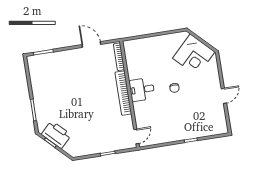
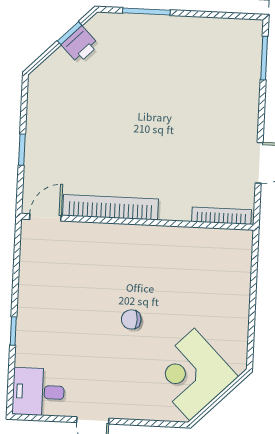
desk: (142, 90) -> (38, 392), moved, turned -90
bookcase: (123, 93) -> (111, 207), moved
printer: (56, 135) -> (80, 45), width x0.53, depth x0.68
door: (136, 136) -> (45, 217), swing flipped

